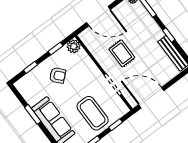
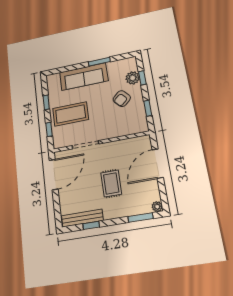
window: (169, 35) -> (91, 225), moved
plant: (74, 46) -> (133, 78), moved
rug: (122, 53) -> (111, 183), moved, turned 90

